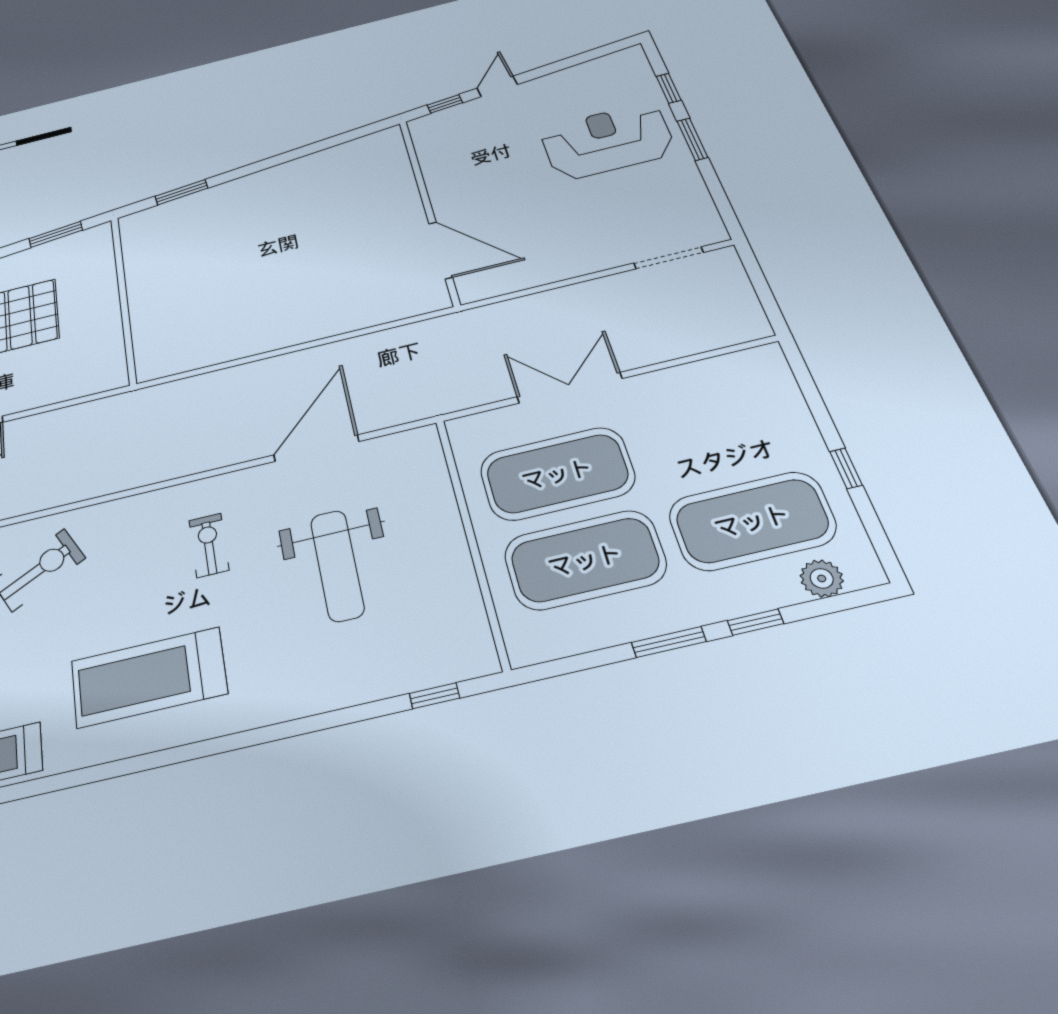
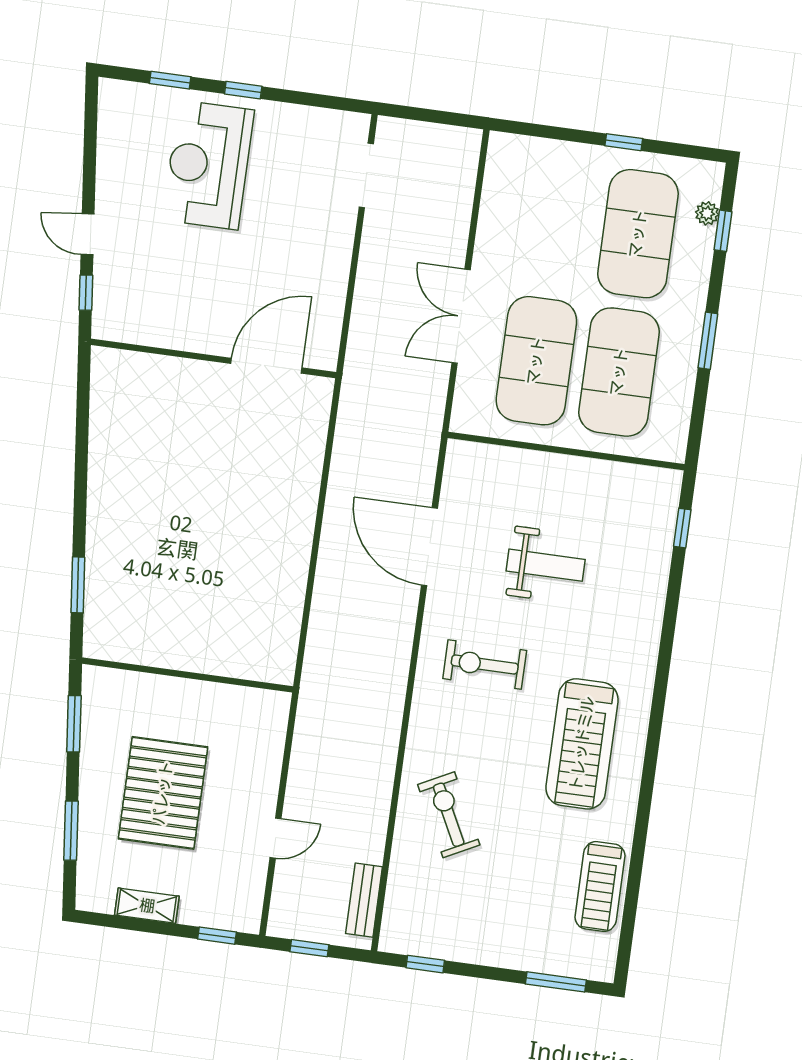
window: (692, 139) -> (243, 90), width x0.67
exercise bike: (209, 545) -> (485, 664), width x1.38, depth x1.39
weight bench: (337, 565) -> (546, 565), width x0.73, depth x0.75
plant: (822, 578) -> (707, 213), width x0.73, depth x0.73
window: (755, 622) -> (723, 231), moved

